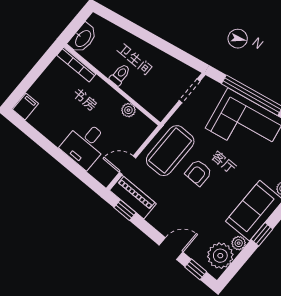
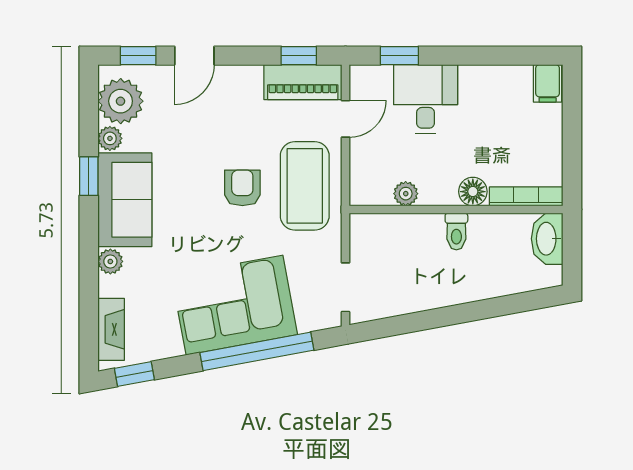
floor lamp: (98, 86) -> (473, 192), added
window: (81, 173) -> (399, 56), added

